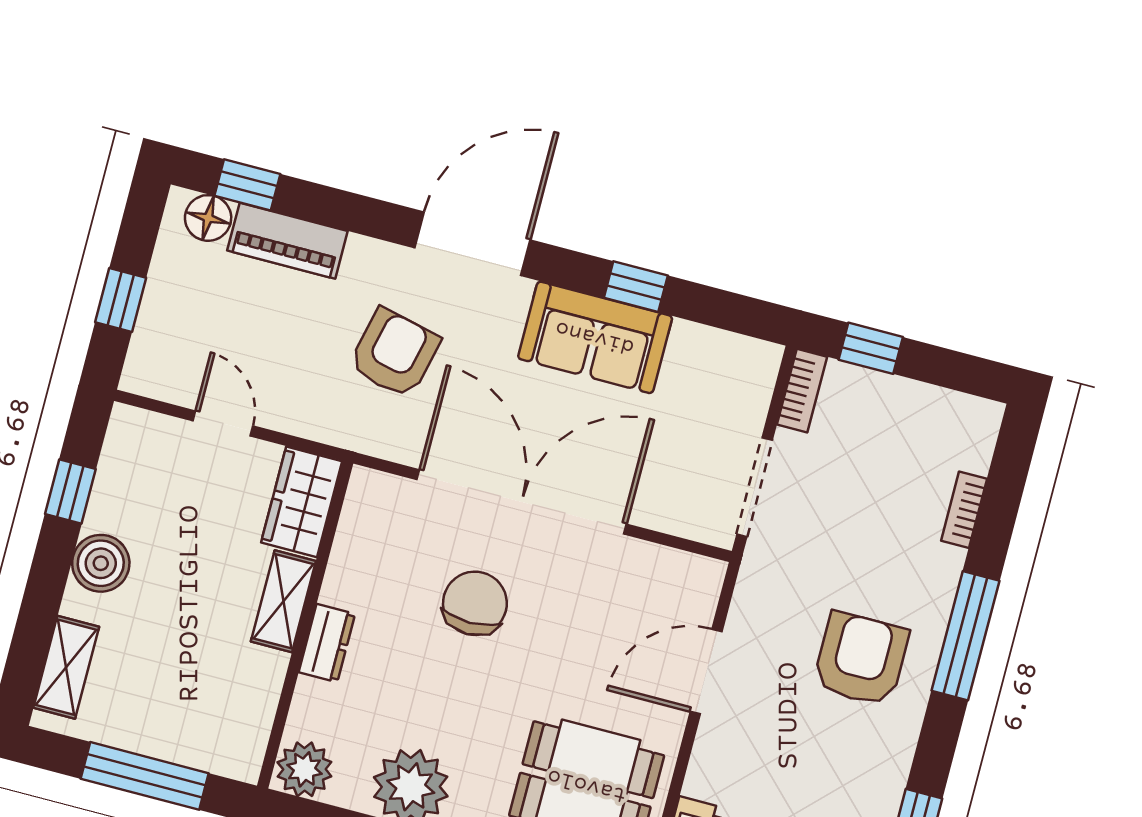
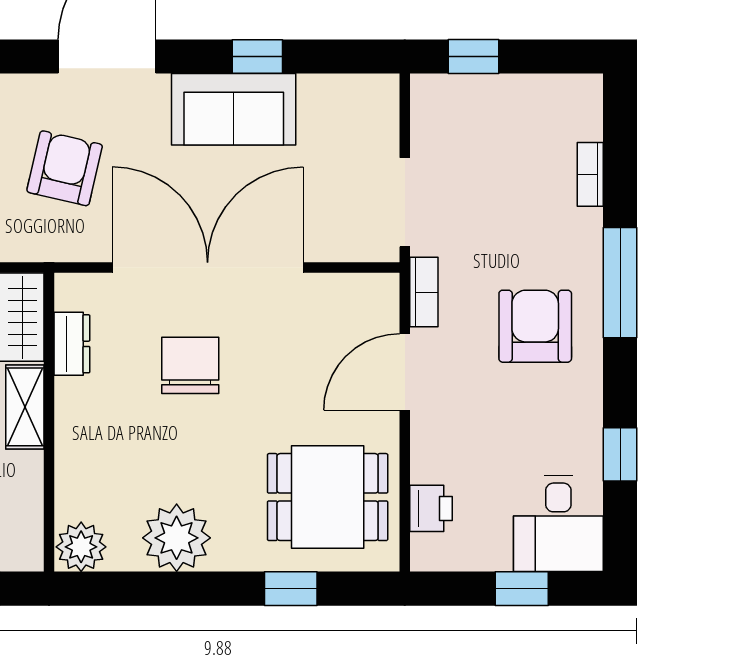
bookcase: (802, 391) -> (424, 292), moved
dresser: (327, 643) -> (72, 344), moved

